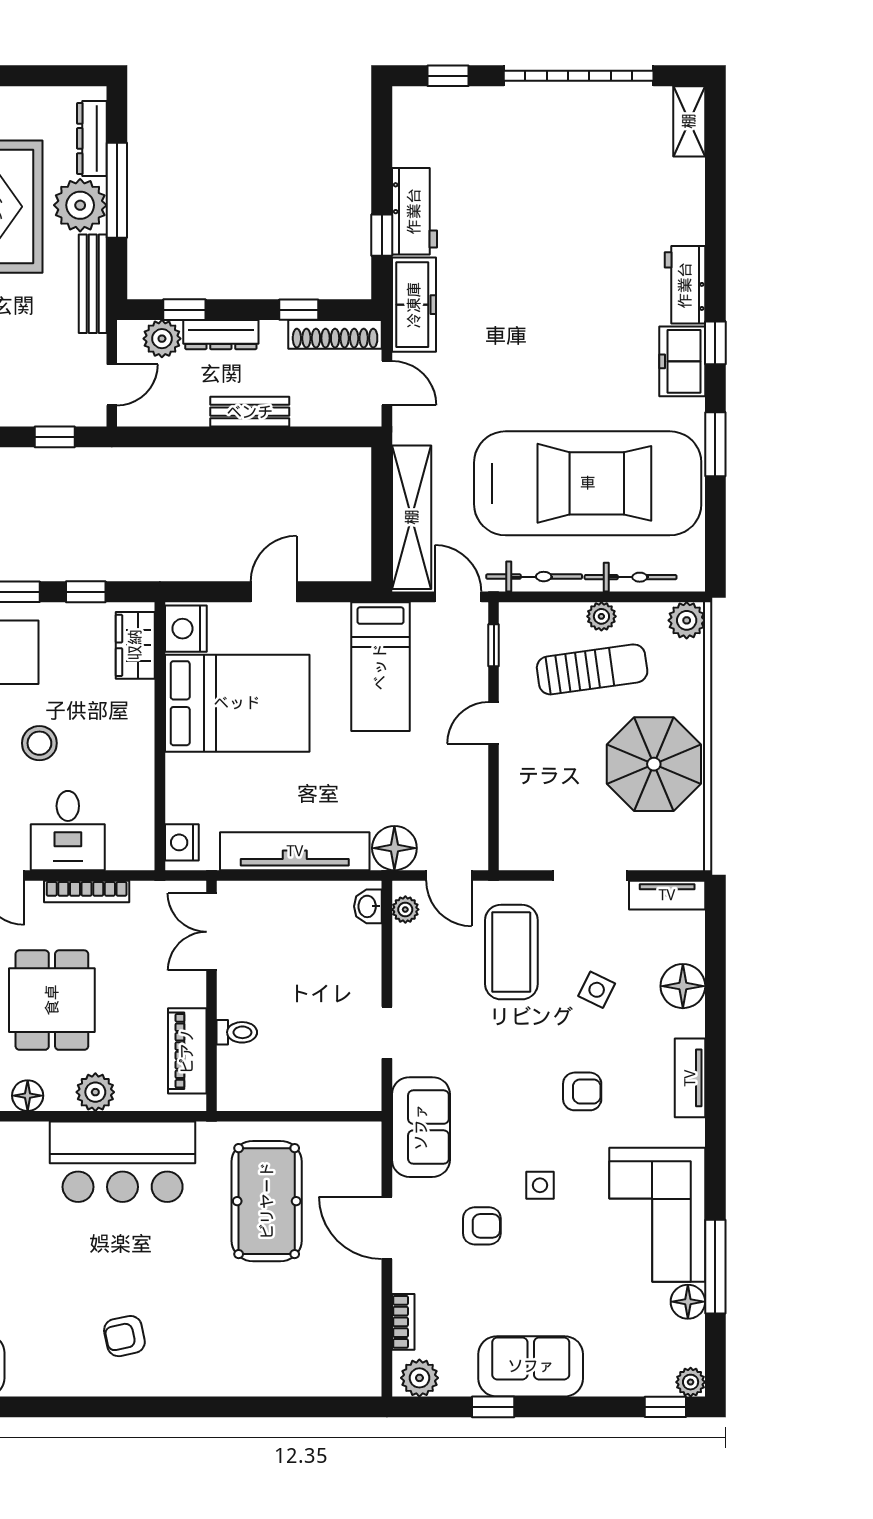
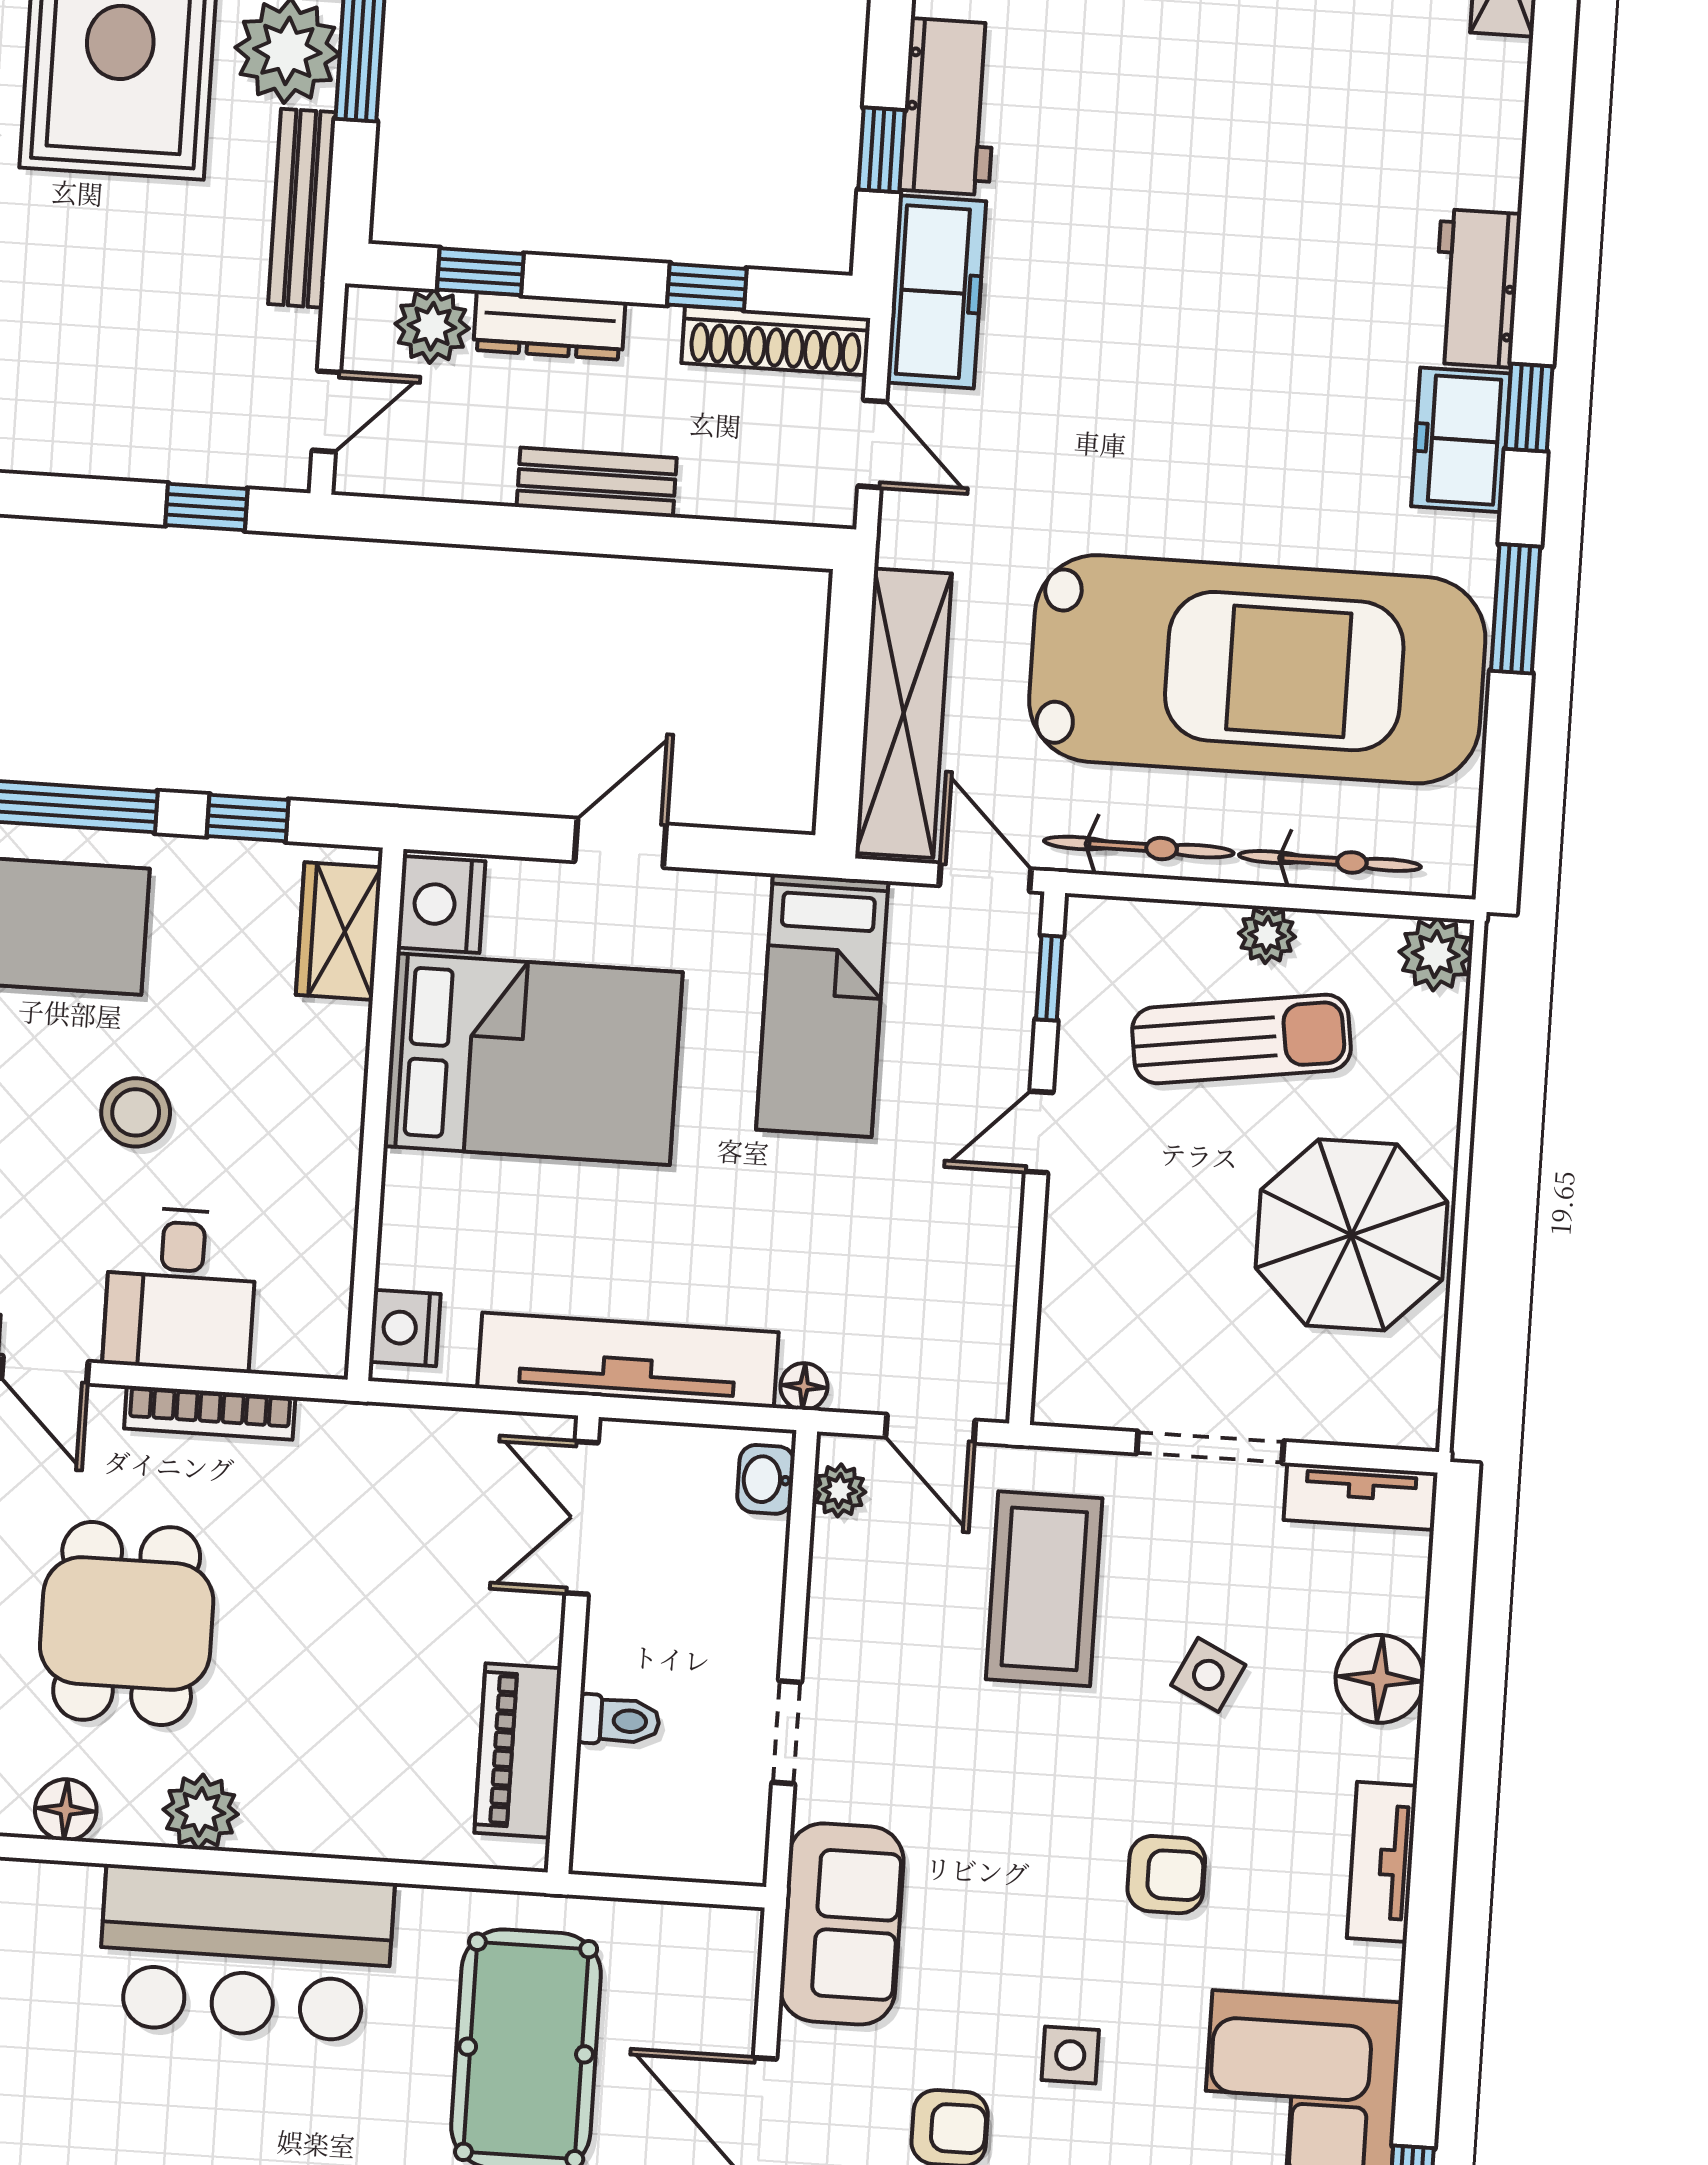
floor lamp: (394, 848) -> (804, 1386), width x0.53, depth x0.53
double door: (211, 932) -> (582, 1518), moved
wall: (211, 996) -> (573, 1645), moved
toilet: (237, 1032) -> (619, 1720), moved
piano: (187, 1051) -> (518, 1750), moved

